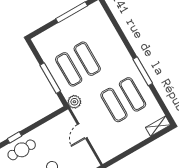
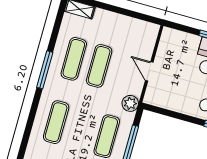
exercise mat: (87, 59) -> (56, 122), moved
door: (82, 131) -> (149, 71), swing flipped

